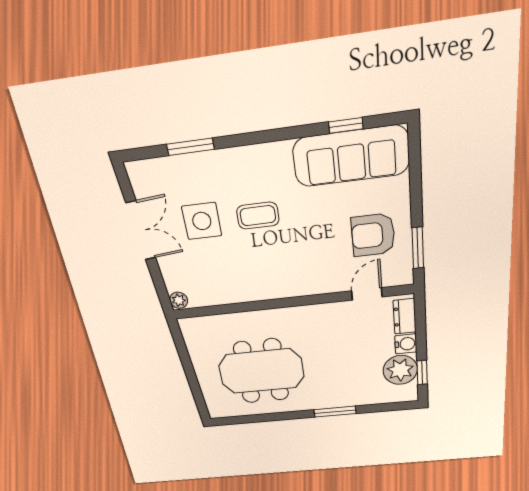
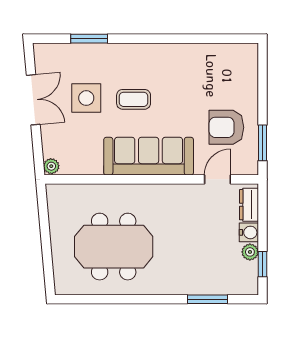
window: (346, 125) -> (211, 39), removed
sofa: (351, 156) -> (149, 156), moved, turned 180
plant: (400, 370) -> (250, 252), width x0.53, depth x0.53
window: (335, 412) -> (207, 299), moved

